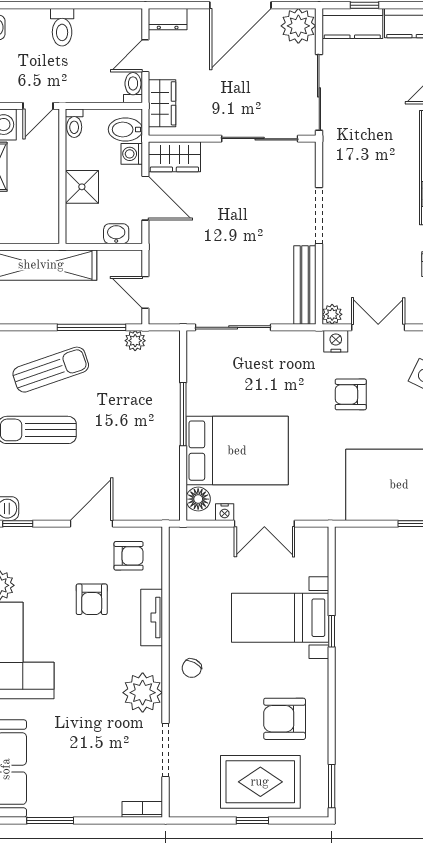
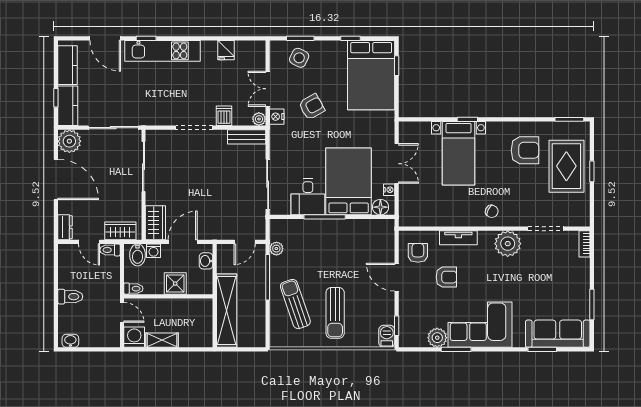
dishwasher: (337, 261) -> (224, 116), added
bench: (305, 285) -> (247, 137), width x0.73
desk: (214, 389) -> (308, 197), added
armchair: (351, 394) -> (312, 107), turned -119
armchair: (285, 719) -> (525, 150), turned -90

